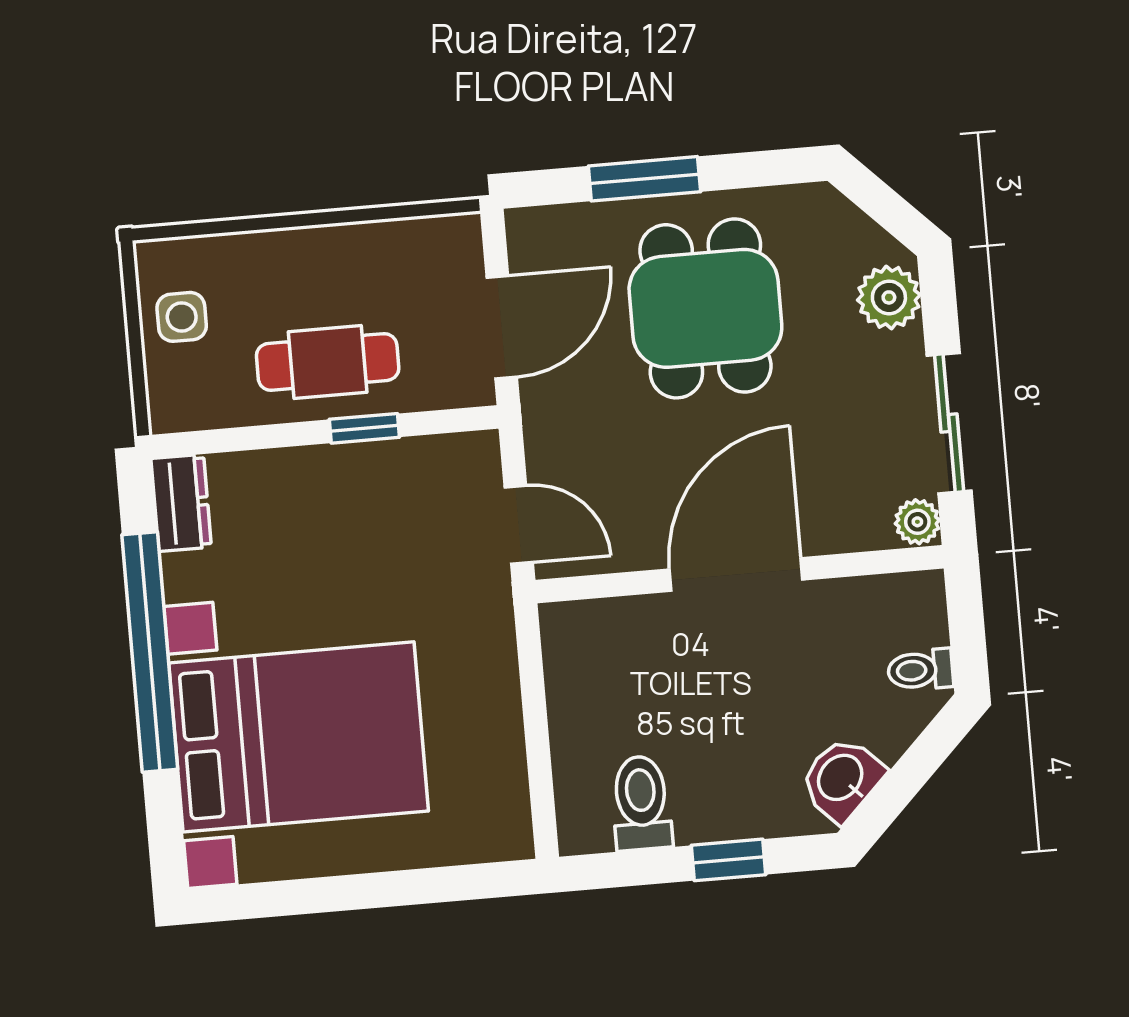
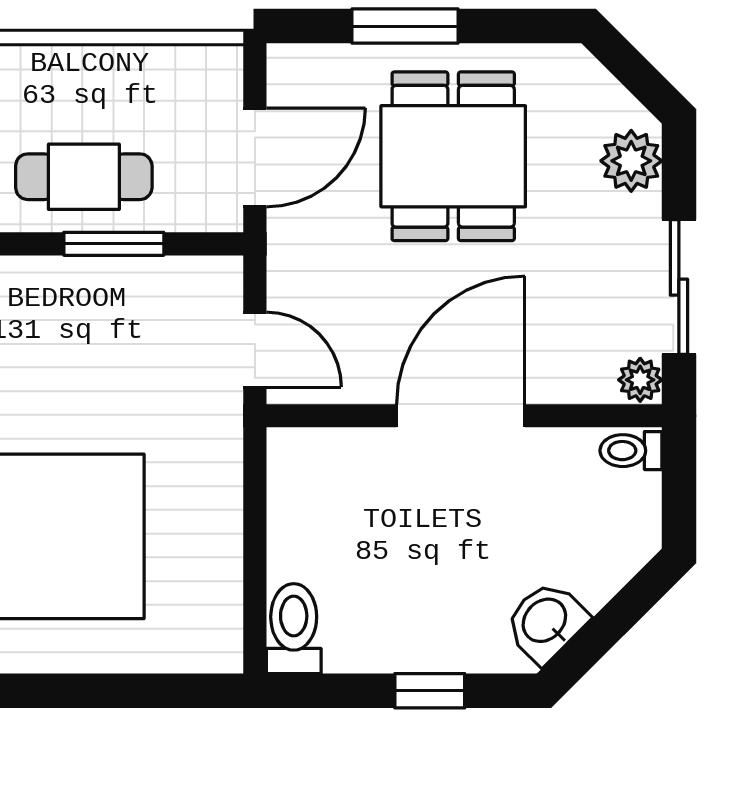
window: (364, 428) -> (114, 244), width x1.50
toilet: (920, 670) -> (631, 451), moved
toilet: (641, 803) -> (294, 629), moved

